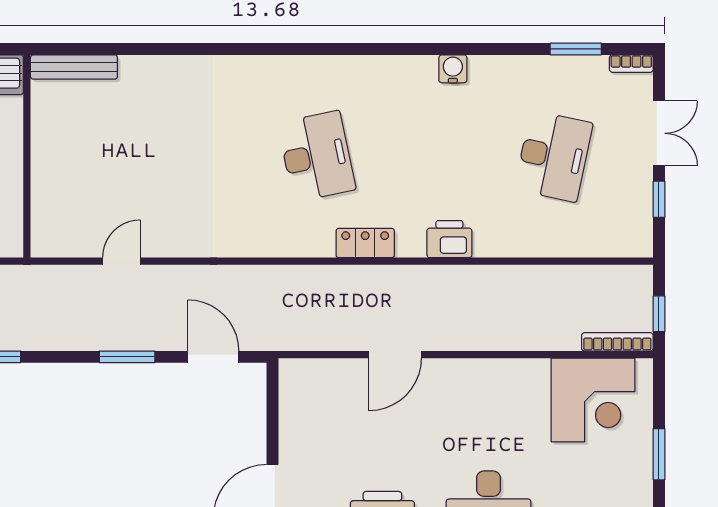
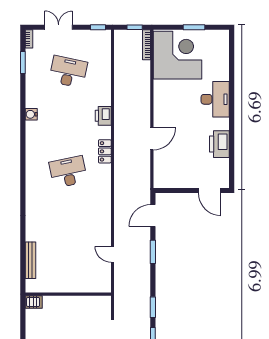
bench: (74, 67) -> (30, 260), moved
window: (659, 199) -> (98, 27), moved
door: (395, 355) -> (152, 139), hinge flipped
corner desk: (593, 400) -> (177, 55), width x1.36, depth x1.36

